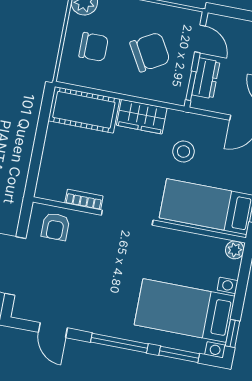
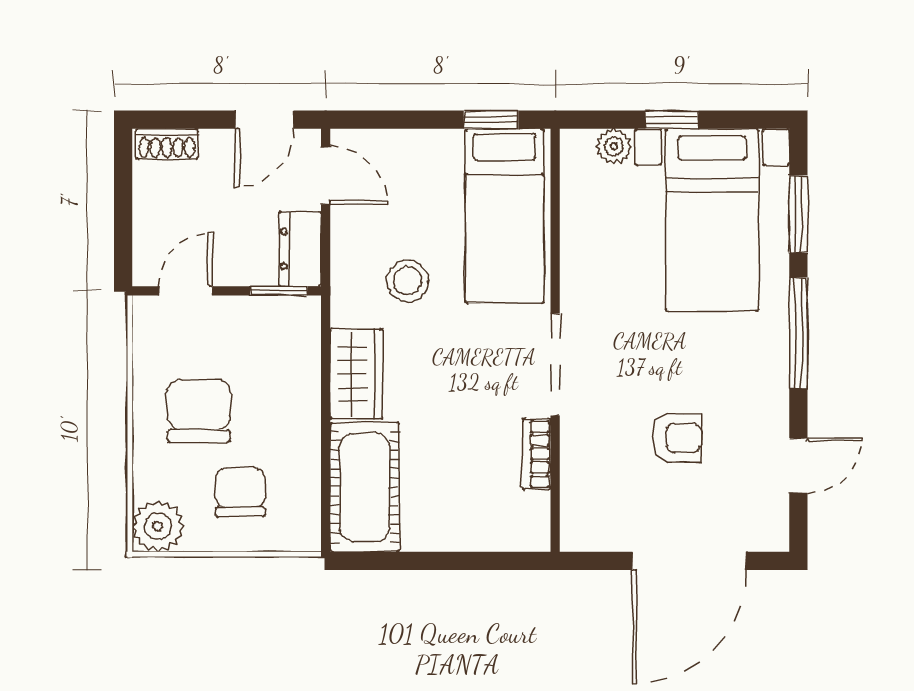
chair: (150, 52) -> (199, 411), moved, turned 30
dresser: (206, 78) -> (300, 249), moved, turned -90
armchair: (55, 227) -> (677, 438), moved
plant: (235, 250) -> (614, 146), moved
window: (233, 333) -> (672, 120), moved

